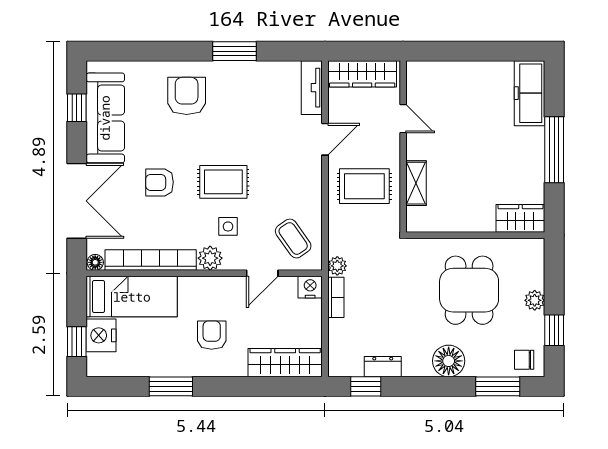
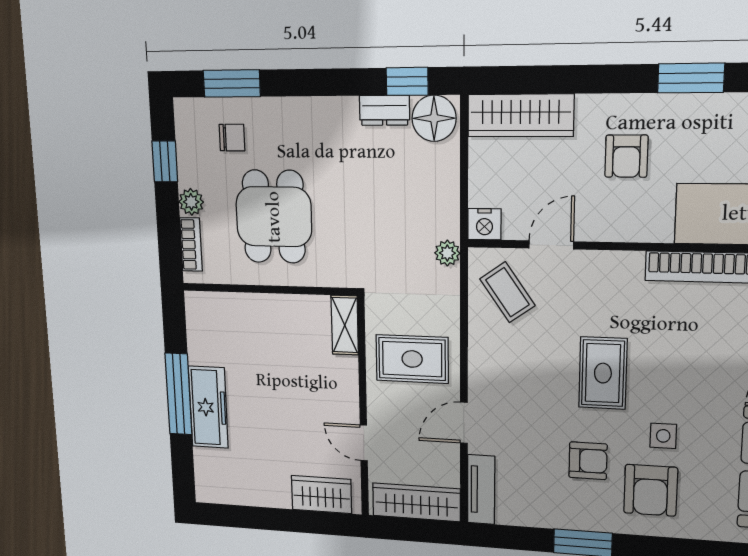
freezer: (530, 93) -> (208, 407), moved
armchair: (160, 182) -> (588, 461), moved
rug: (223, 182) -> (603, 373), turned 90
shelving: (416, 183) -> (345, 325), moved
wardrobe: (520, 218) -> (321, 494), moved, turned 180
side table: (228, 226) -> (663, 436), moved
plant: (210, 258) -> (625, 268), removed
bookcase: (336, 297) -> (191, 244), moved, turned 180
chair: (524, 360) -> (232, 138), moved
floor lamp: (449, 361) -> (434, 118), moved

